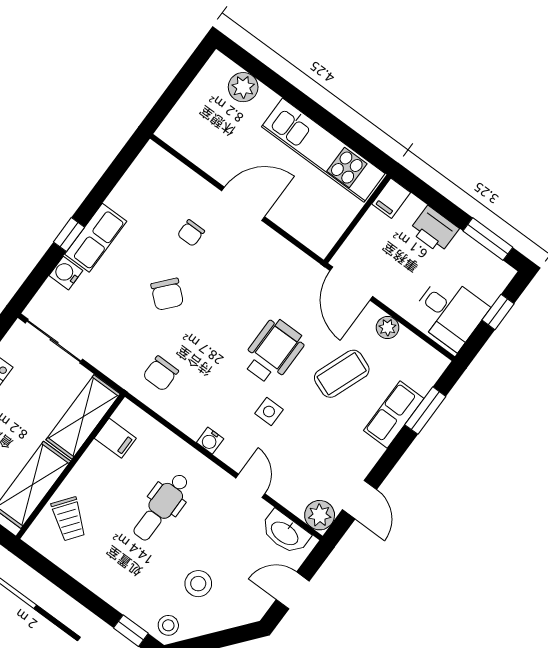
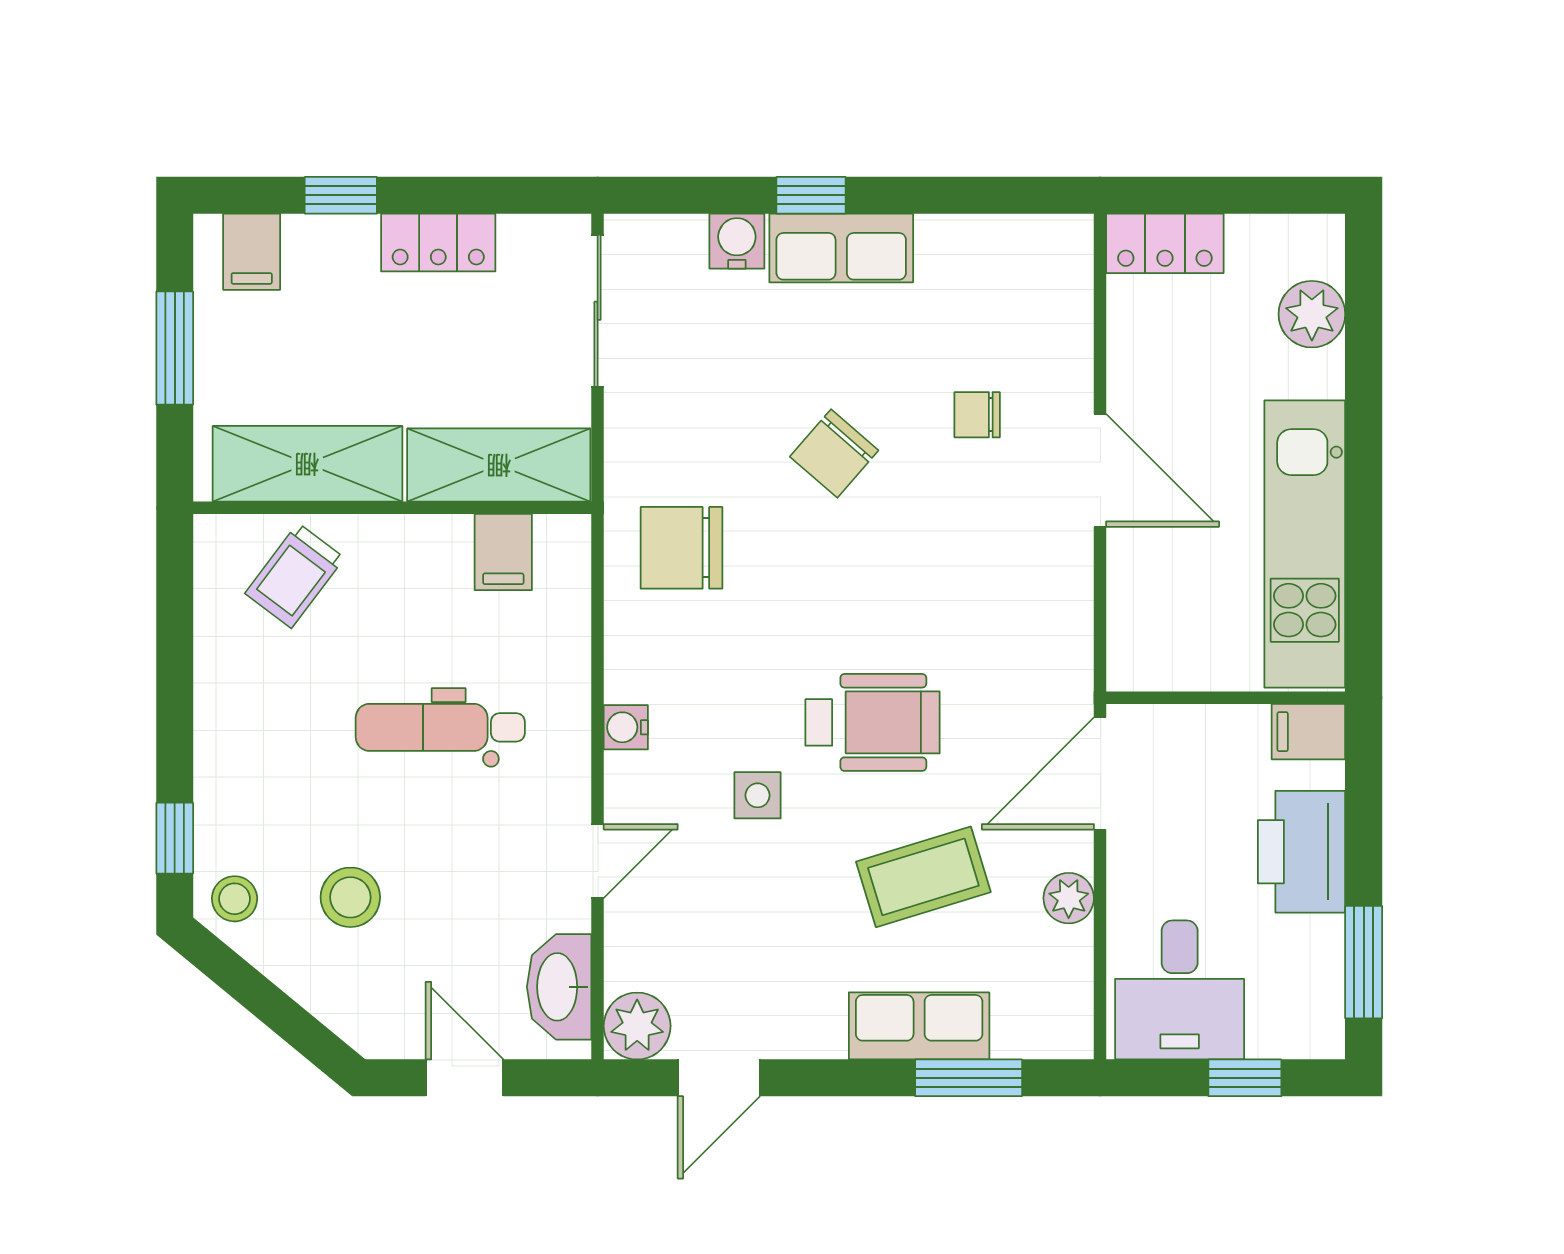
locker: (179, 121) -> (1165, 243), added
printer: (434, 230) -> (1301, 852), width x1.37, depth x1.19
chair: (161, 374) -> (681, 548), width x1.37, depth x1.37
coffee table: (342, 374) -> (923, 877), turned -38

